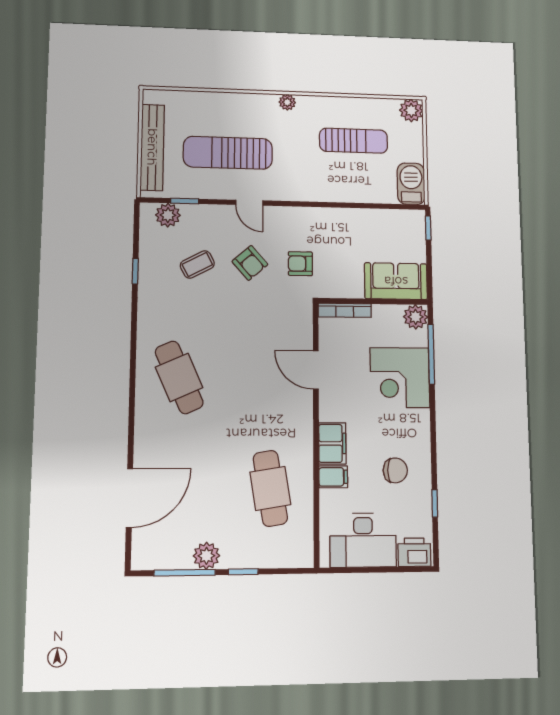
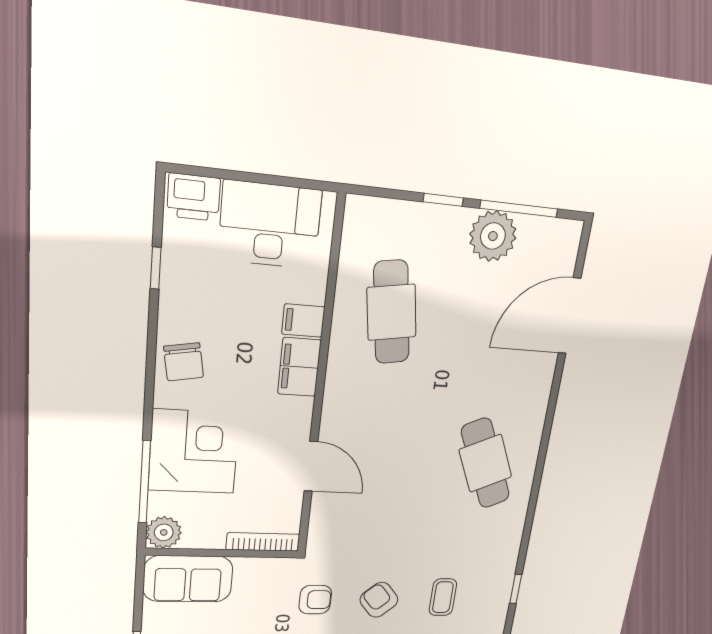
coffee table: (197, 264) -> (443, 597), turned -62
chair: (395, 470) -> (184, 362), moved, turned -100
plant: (206, 556) -> (493, 236), width x1.36, depth x1.36

